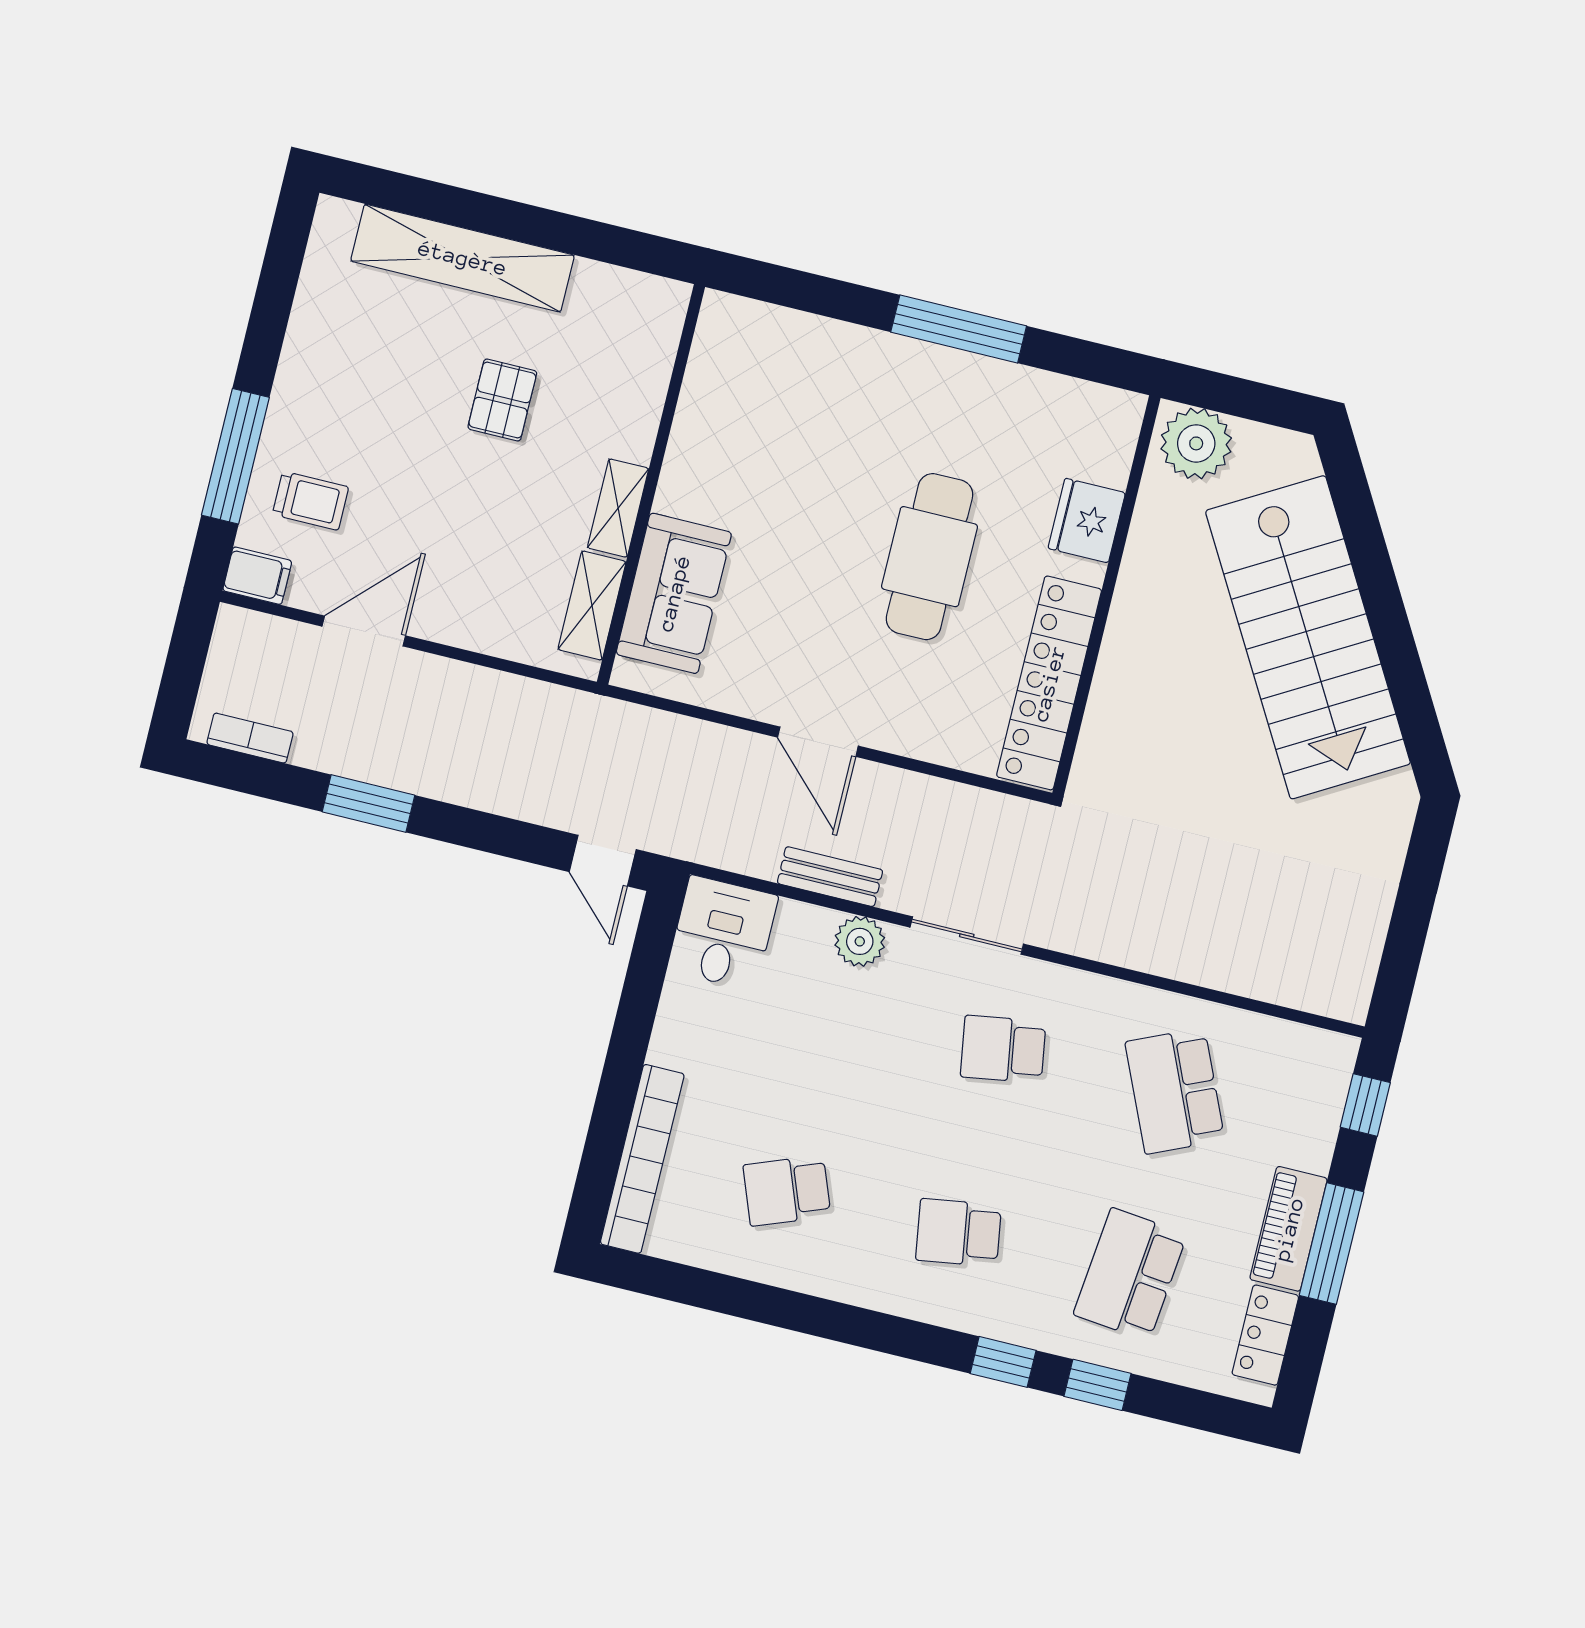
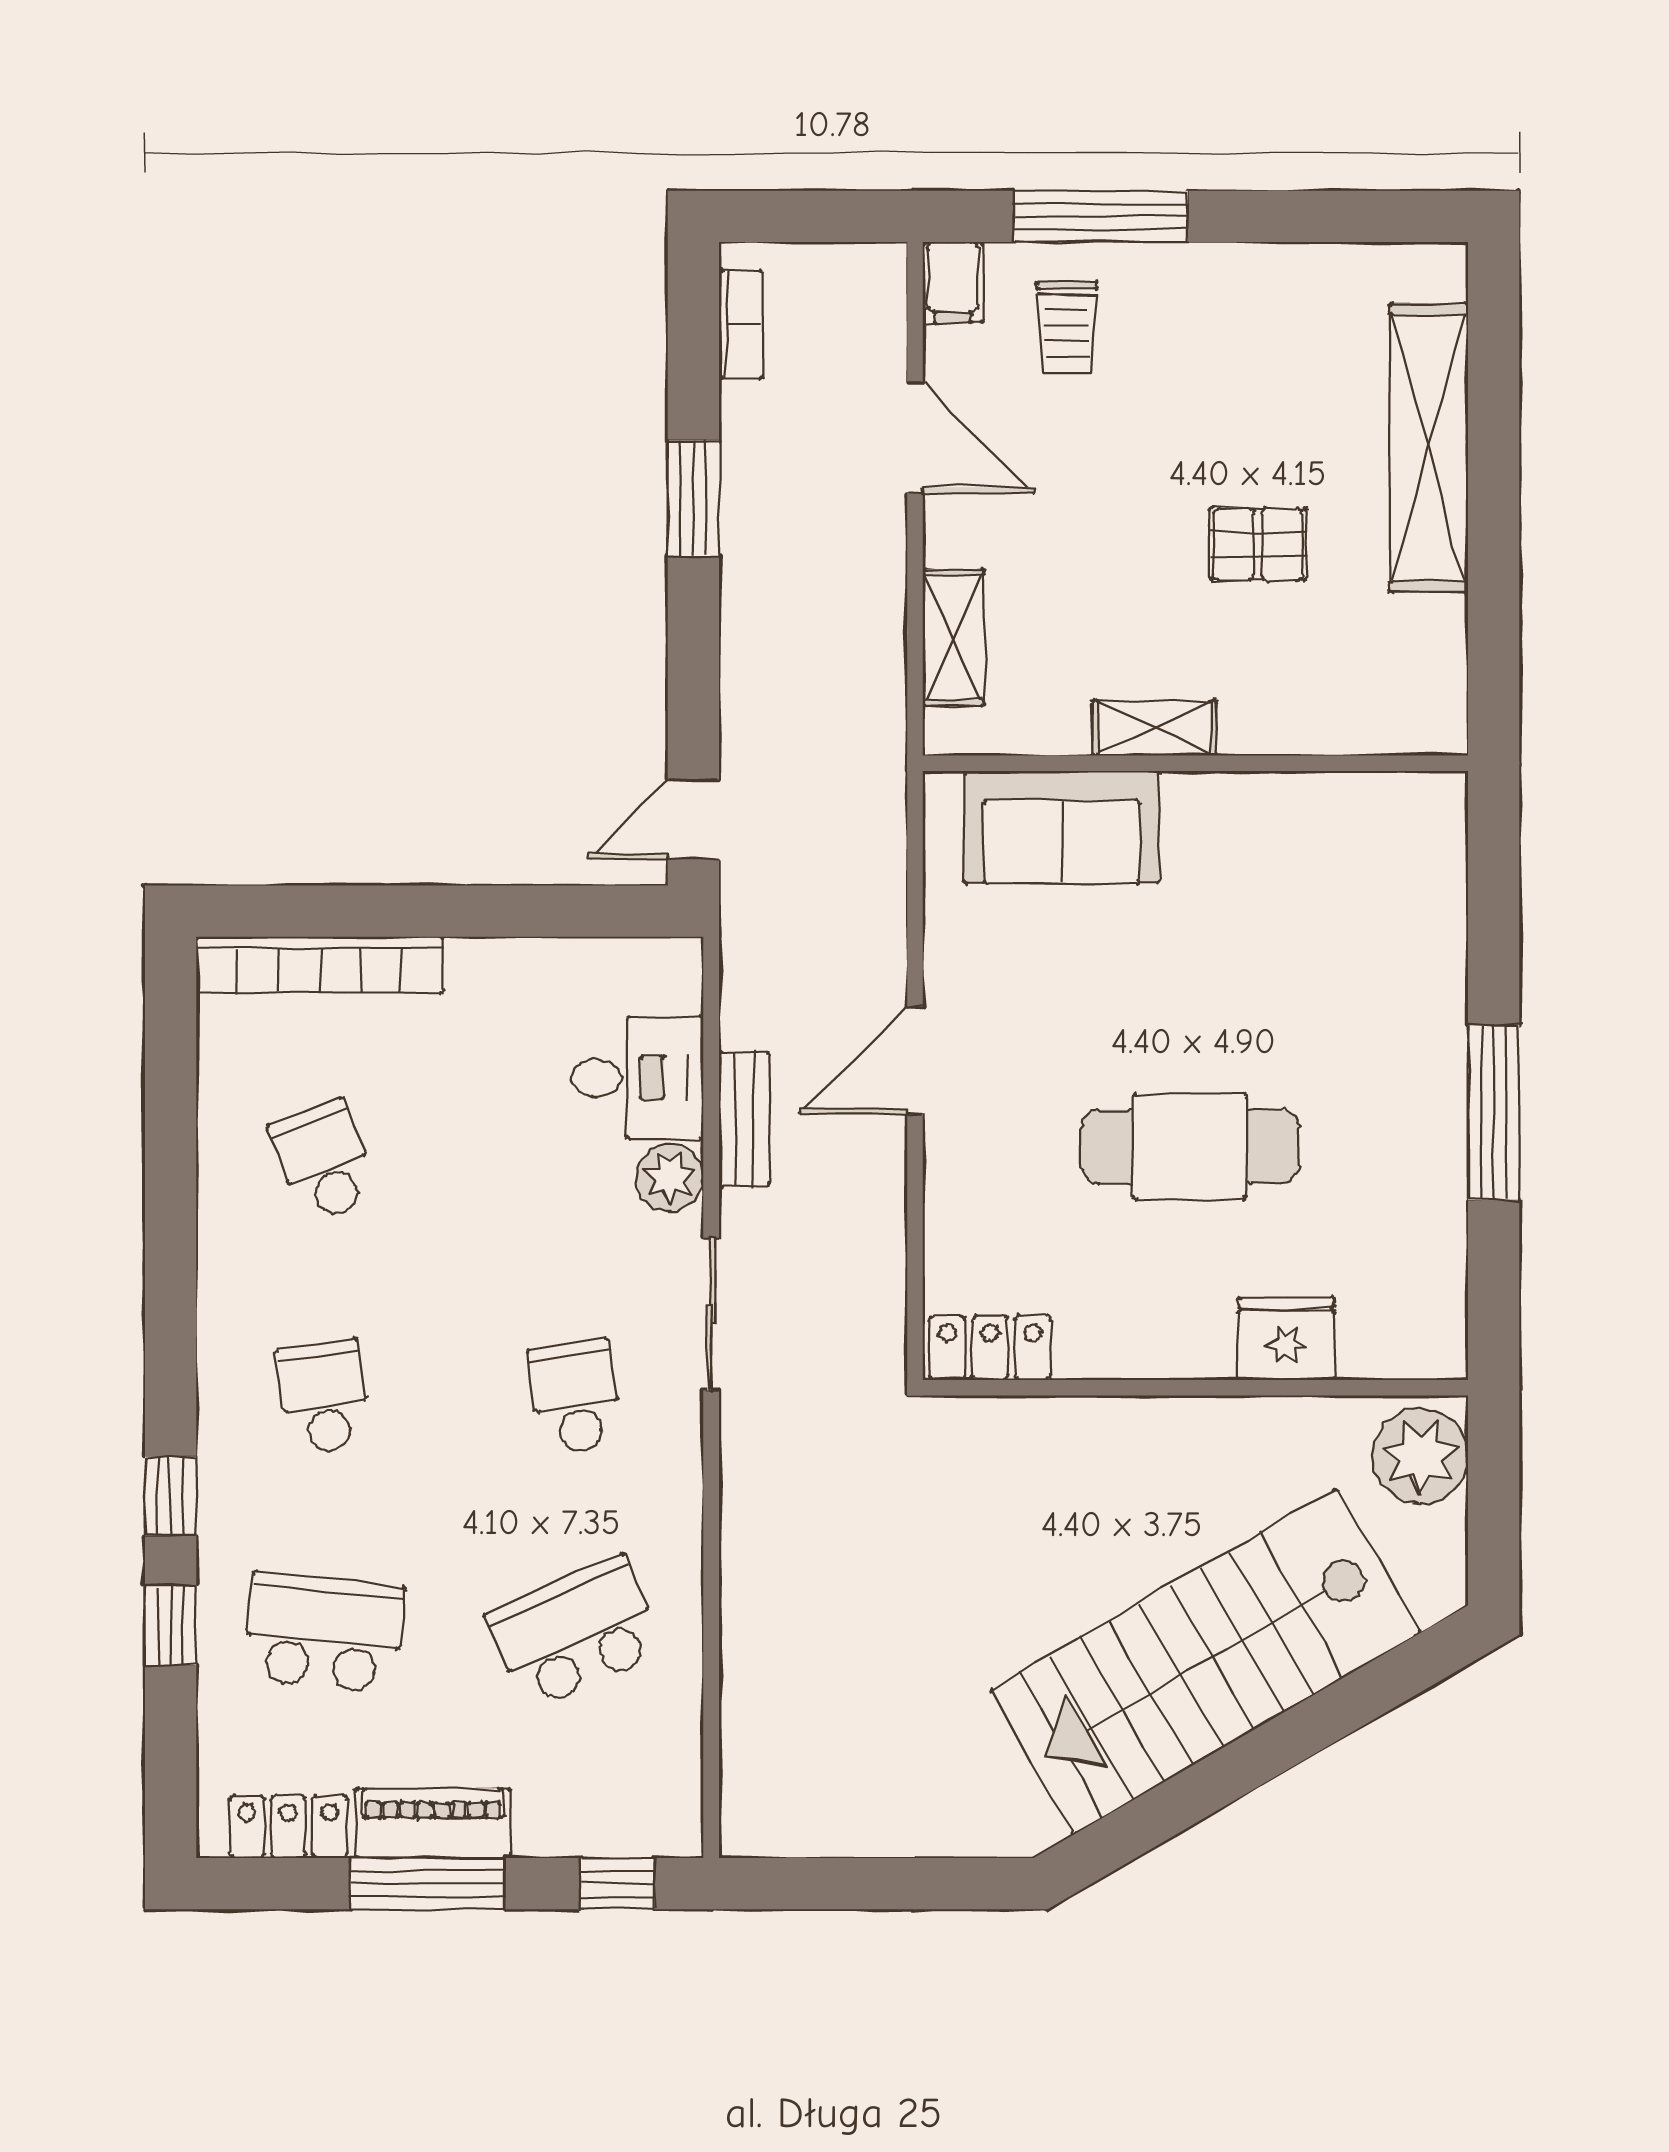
shelving: (592, 605) -> (953, 638), moved, turned 90
locker: (1049, 683) -> (990, 1348), width x0.46, depth x0.83
desk: (723, 933) -> (638, 1078), moved

